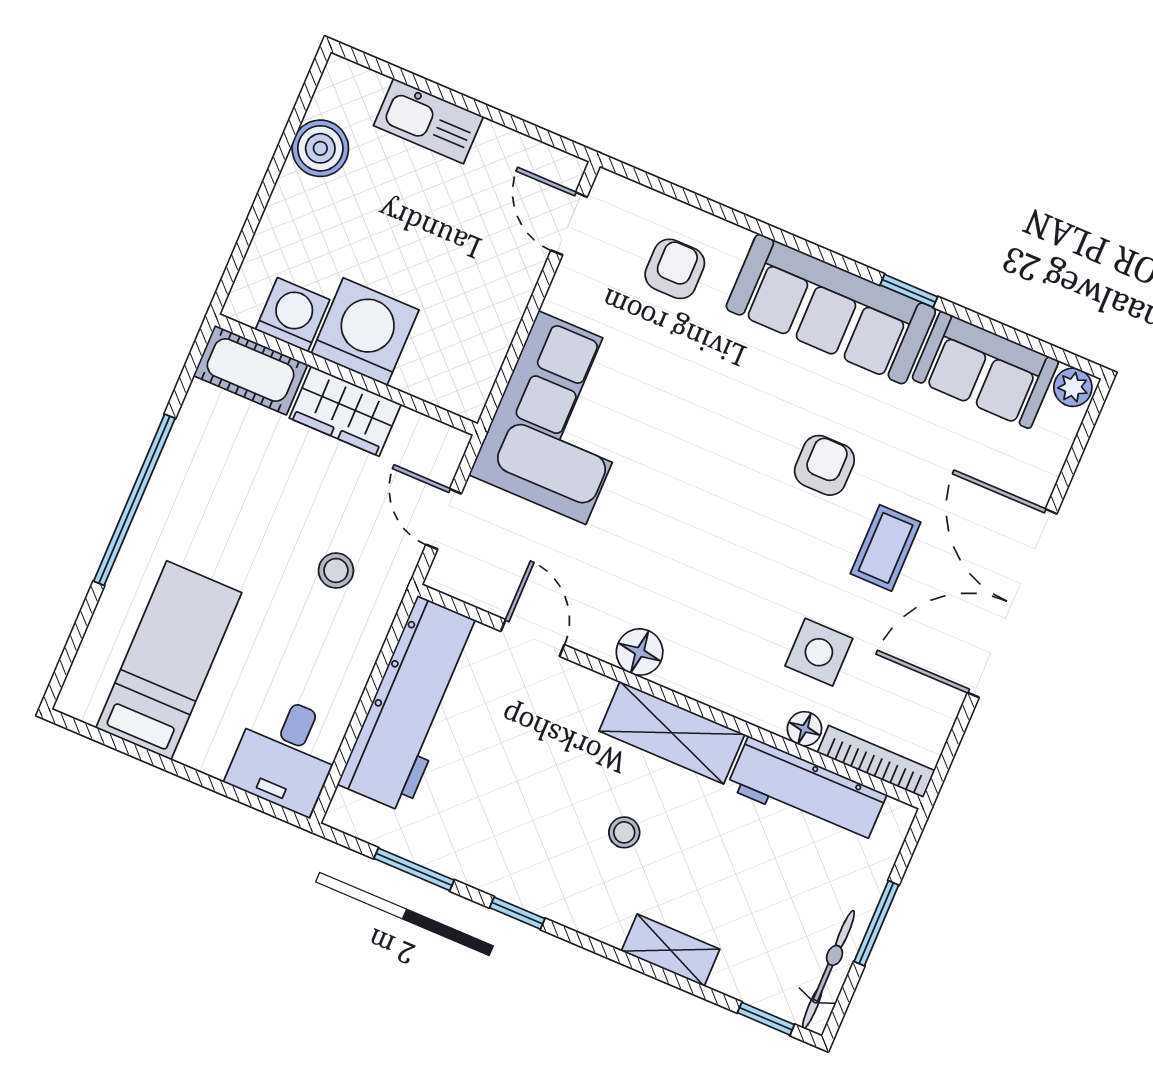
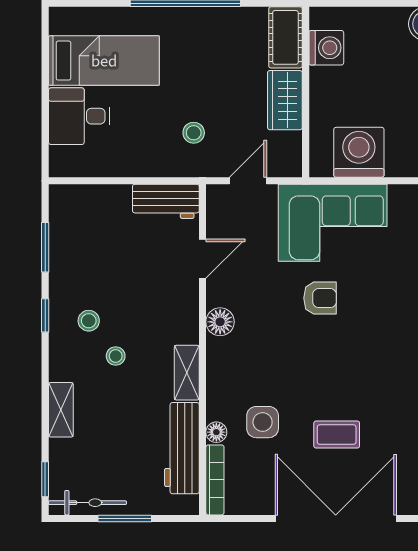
washing machine: (365, 332) -> (359, 152), moved, turned -90
armchair: (824, 465) -> (320, 298), moved
workbench: (412, 704) -> (166, 201), width x0.53, depth x0.76
shelving: (672, 733) -> (187, 373), width x0.67, depth x0.75
desk: (286, 754) -> (79, 116), moved
stool: (553, 851) -> (89, 321), added

